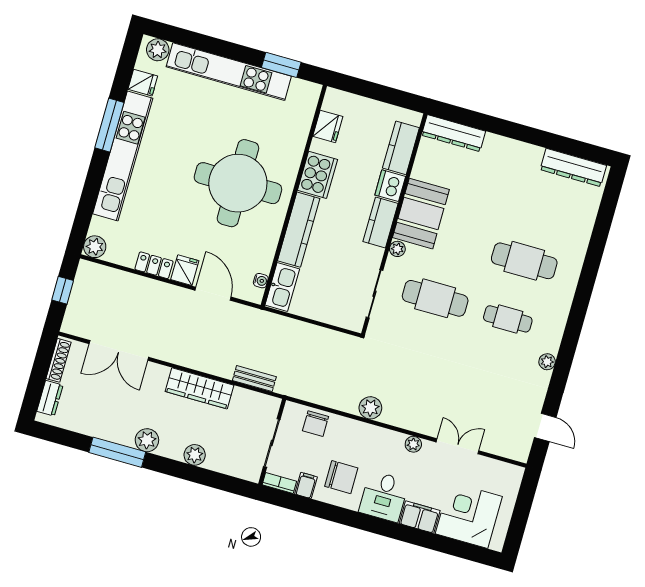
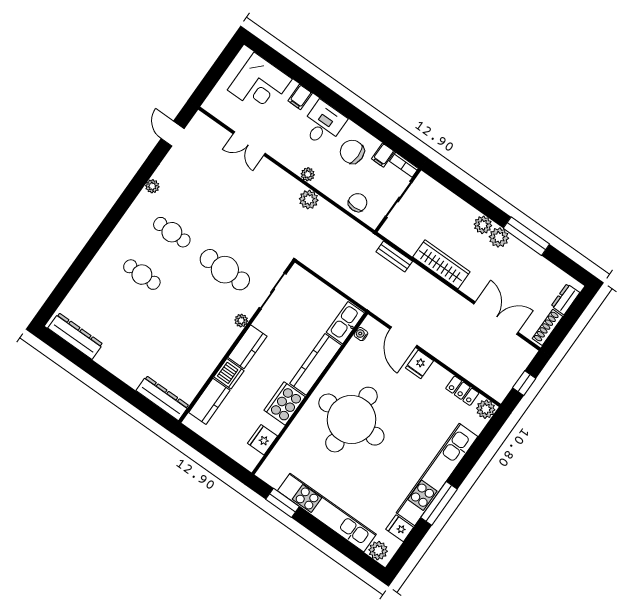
booth: (421, 214) -> (212, 342), removed
cafe table: (524, 261) -> (142, 275), width x0.73, depth x0.74
locker: (154, 265) -> (462, 391), moved
plant: (413, 444) -> (308, 174), moved
plant: (195, 455) -> (483, 225), moved
filing cabinet: (420, 517) -> (300, 97), width x0.50

